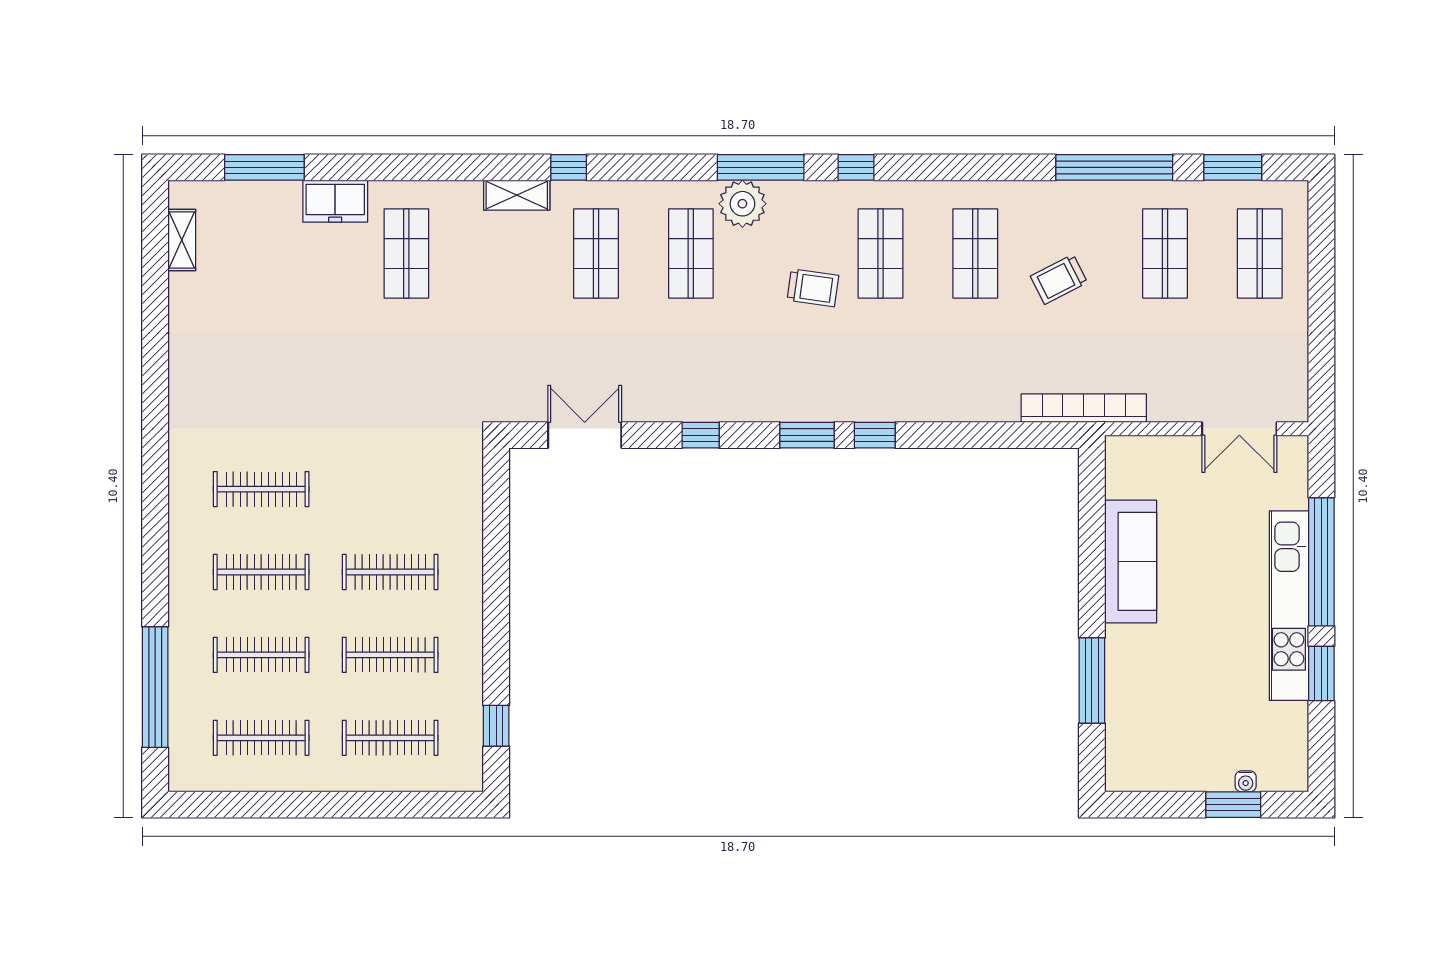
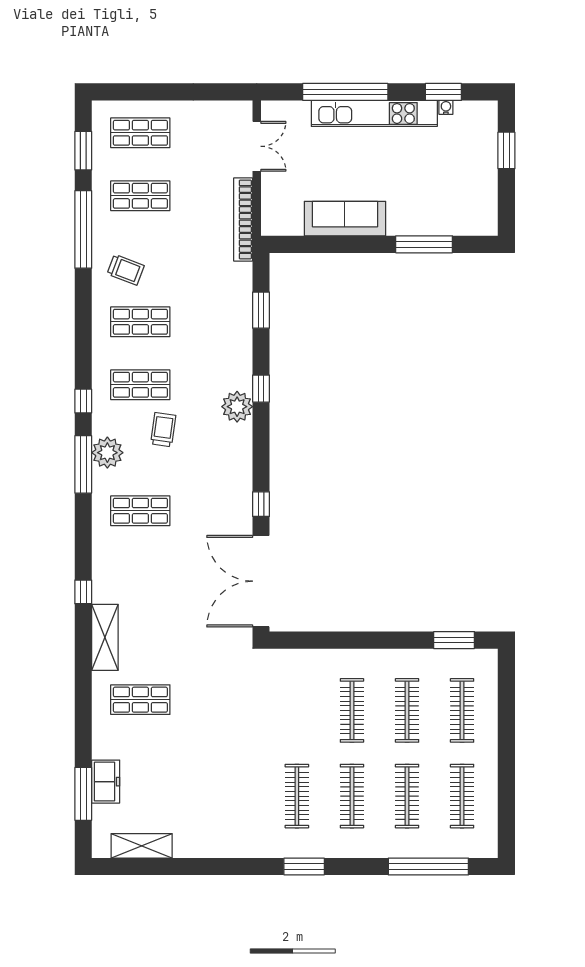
shelving: (517, 195) -> (105, 637), width x1.50, depth x1.33
freezer: (335, 201) -> (106, 782), moved
plant: (742, 204) -> (107, 453), moved
shelving: (182, 240) -> (142, 846), width x1.50, depth x1.33
shop shelf: (596, 253) -> (140, 574), removed
trolley: (1059, 279) -> (126, 270), moved, turned -42
plant: (847, 399) -> (237, 407), added
bookcase: (1084, 408) -> (243, 220), moved
double door: (585, 435) -> (261, 581), width x1.87
window: (807, 435) -> (261, 310), moved
window: (155, 500) -> (304, 866), added
window: (1321, 673) -> (443, 92), moved
window: (496, 726) -> (454, 640), width x1.50
water cooler: (1246, 781) -> (446, 107), moved, turned -90

